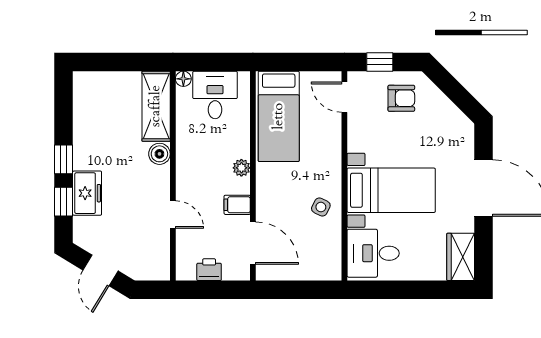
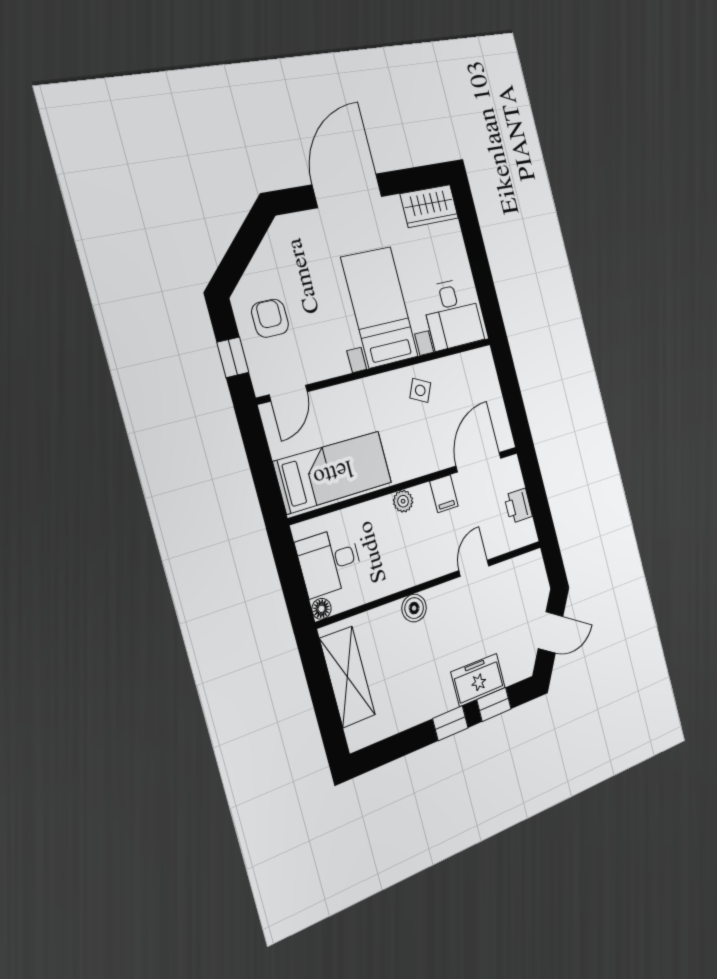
shelving: (156, 106) -> (347, 677), moved, turned 90

